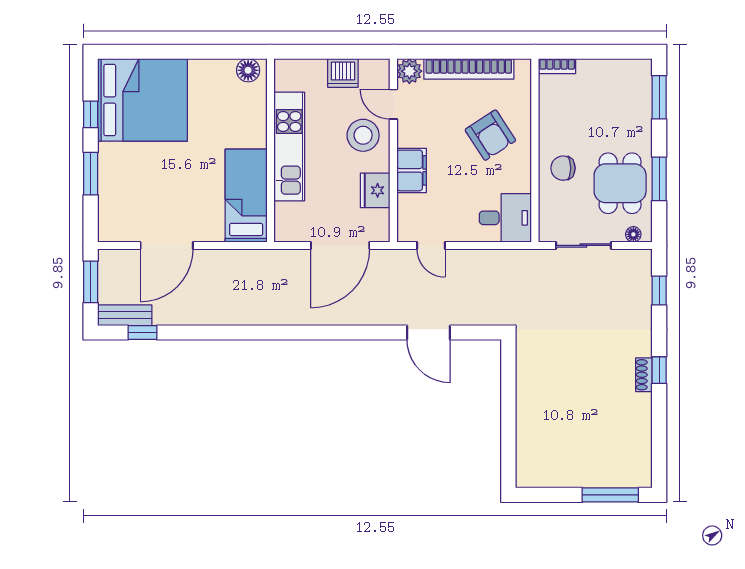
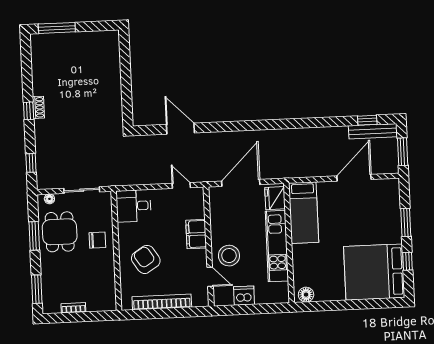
bookcase: (557, 66) -> (73, 308), moved
plant: (409, 71) -> (201, 299), removed
fridge: (375, 190) -> (275, 198), moved, turned 180
bench: (125, 315) -> (373, 131), width x1.36

